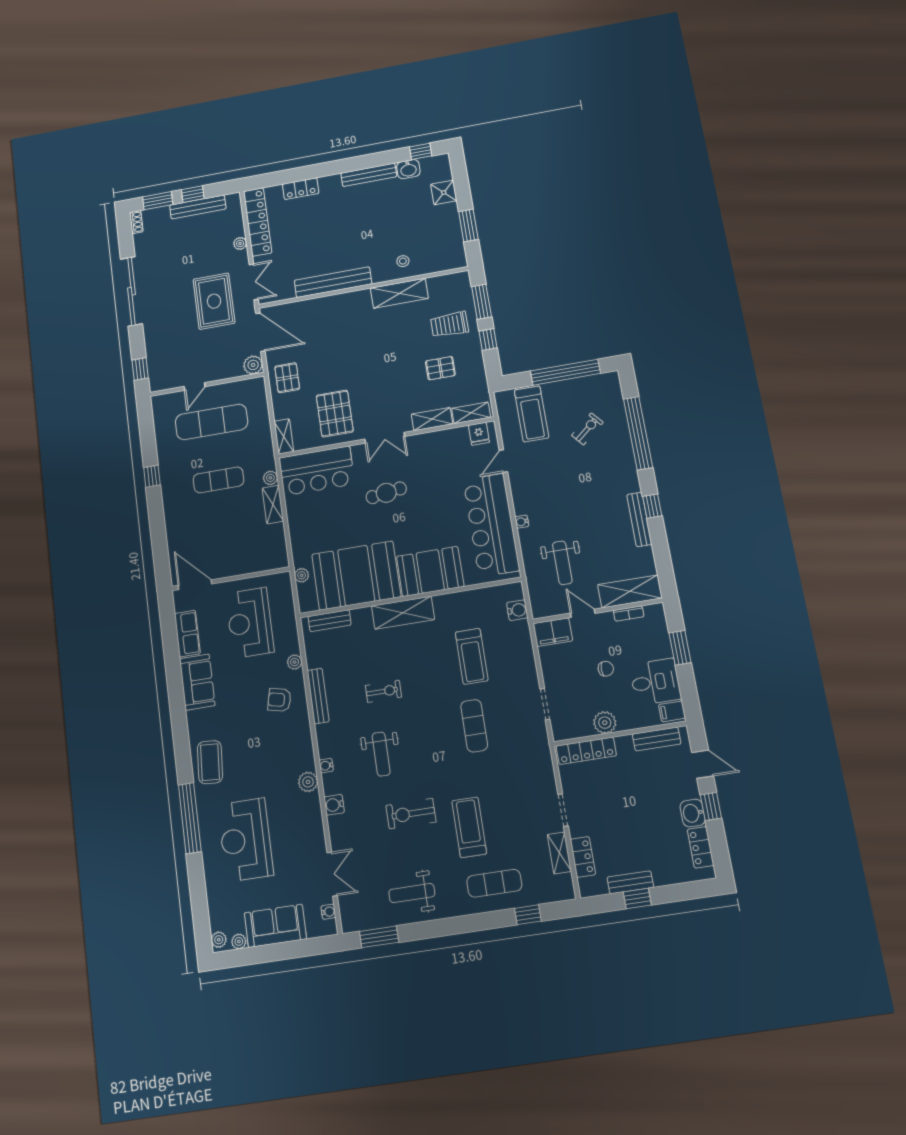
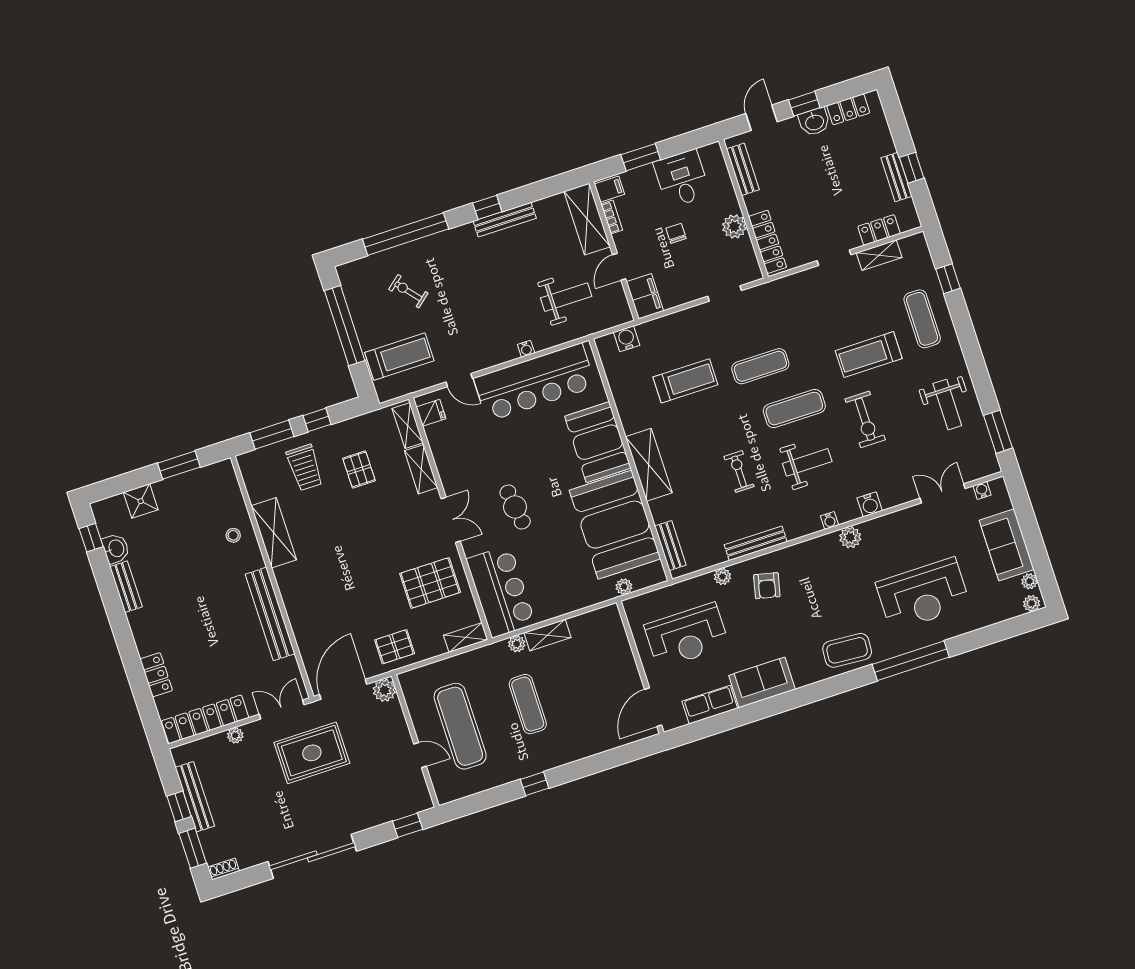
bench: (369, 175) -> (126, 587), width x0.73
filing cabinet: (672, 711) -> (609, 189), moved, turned -90
exercise mat: (431, 750) -> (794, 409), added

